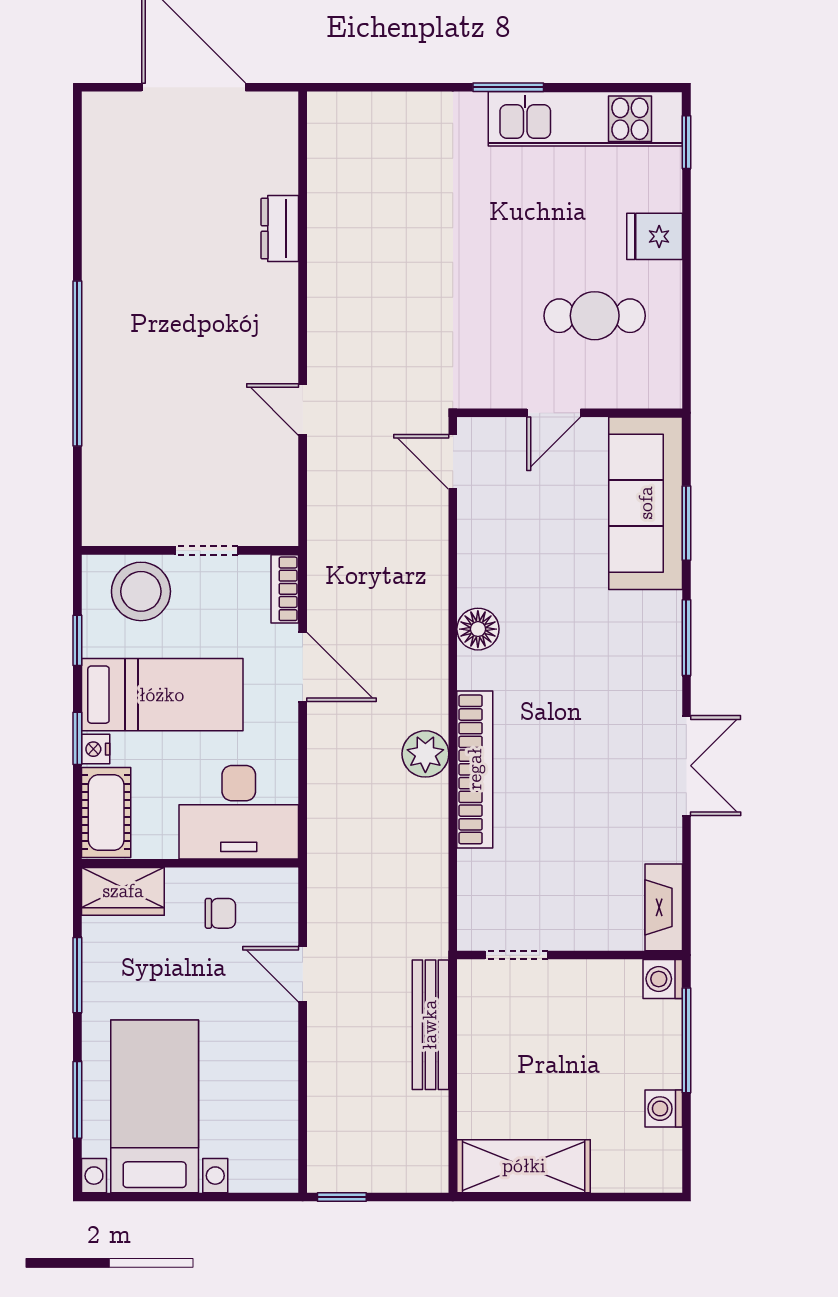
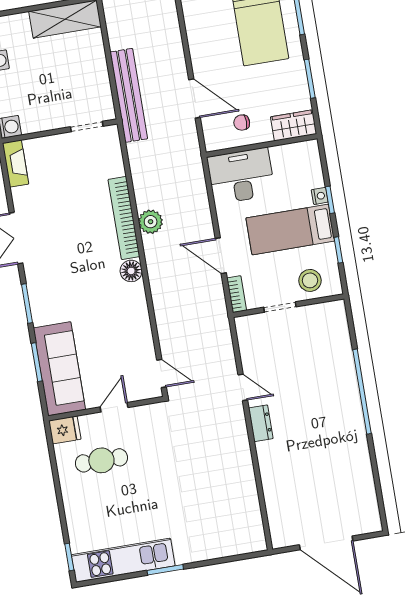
dresser: (280, 229) -> (261, 423), moved
fridge: (655, 236) -> (65, 430), moved
stool: (141, 591) -> (310, 280), width x0.73, depth x0.73
floor lamp: (478, 629) -> (131, 271), moved
cot: (106, 812) -> (309, 164), removed
door: (303, 974) -> (194, 99), width x1.38
bench: (430, 1025) -> (129, 95), width x1.37, depth x1.21

